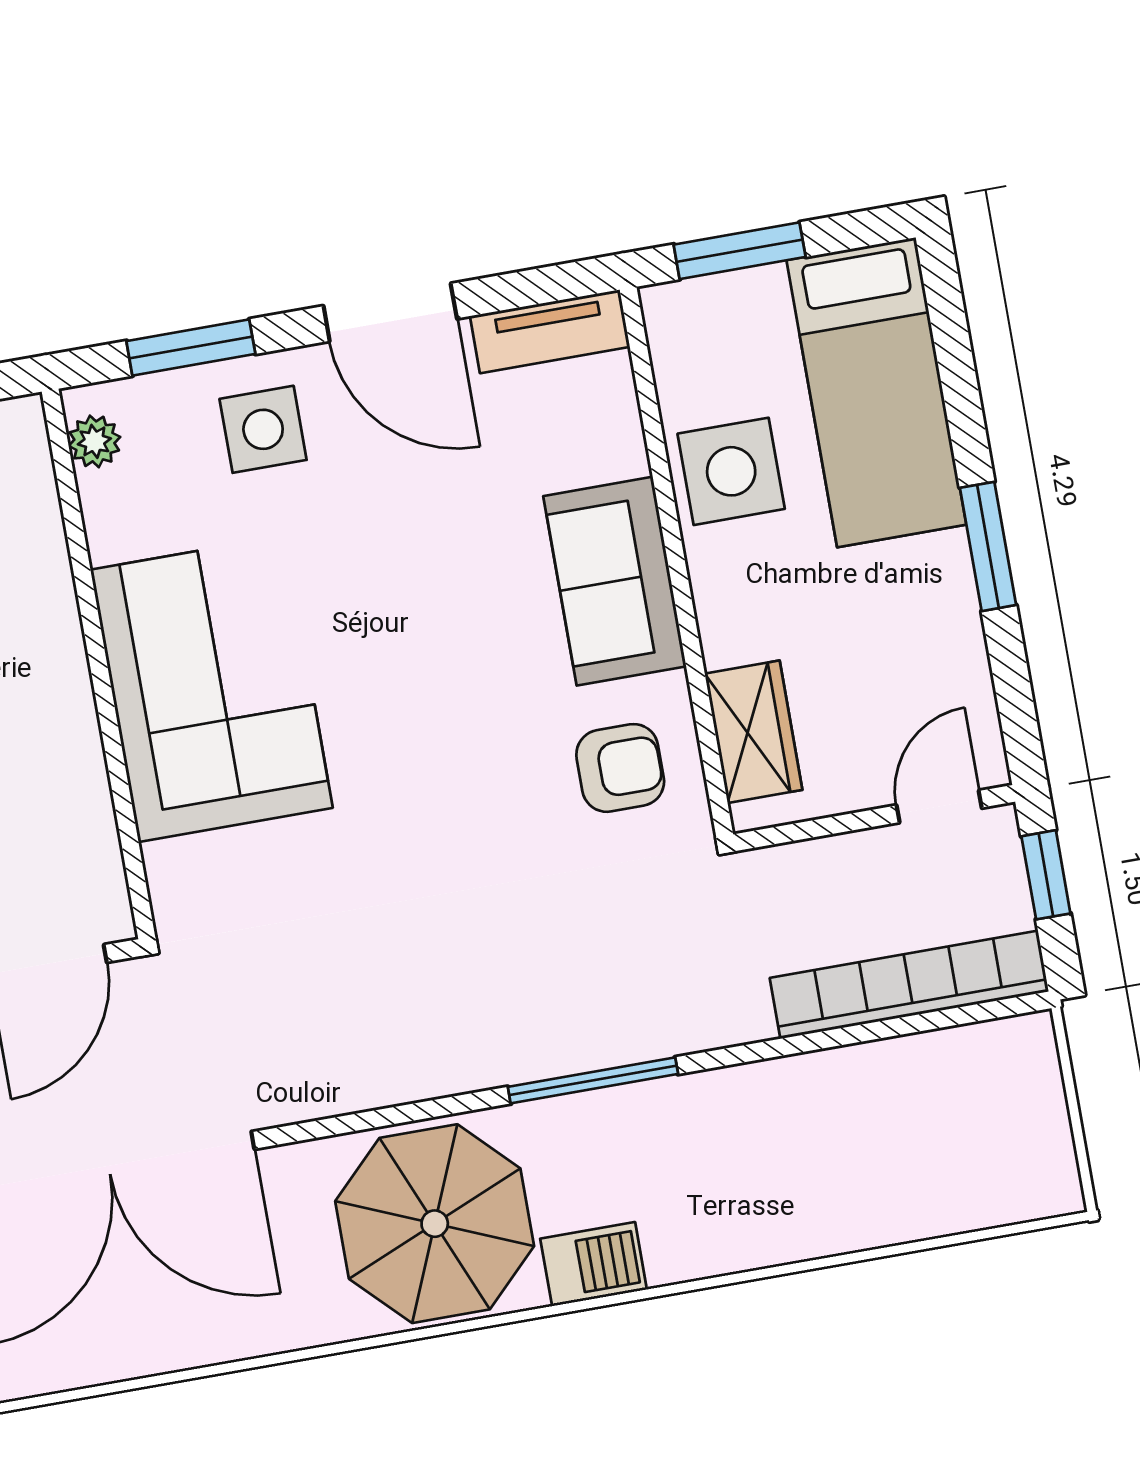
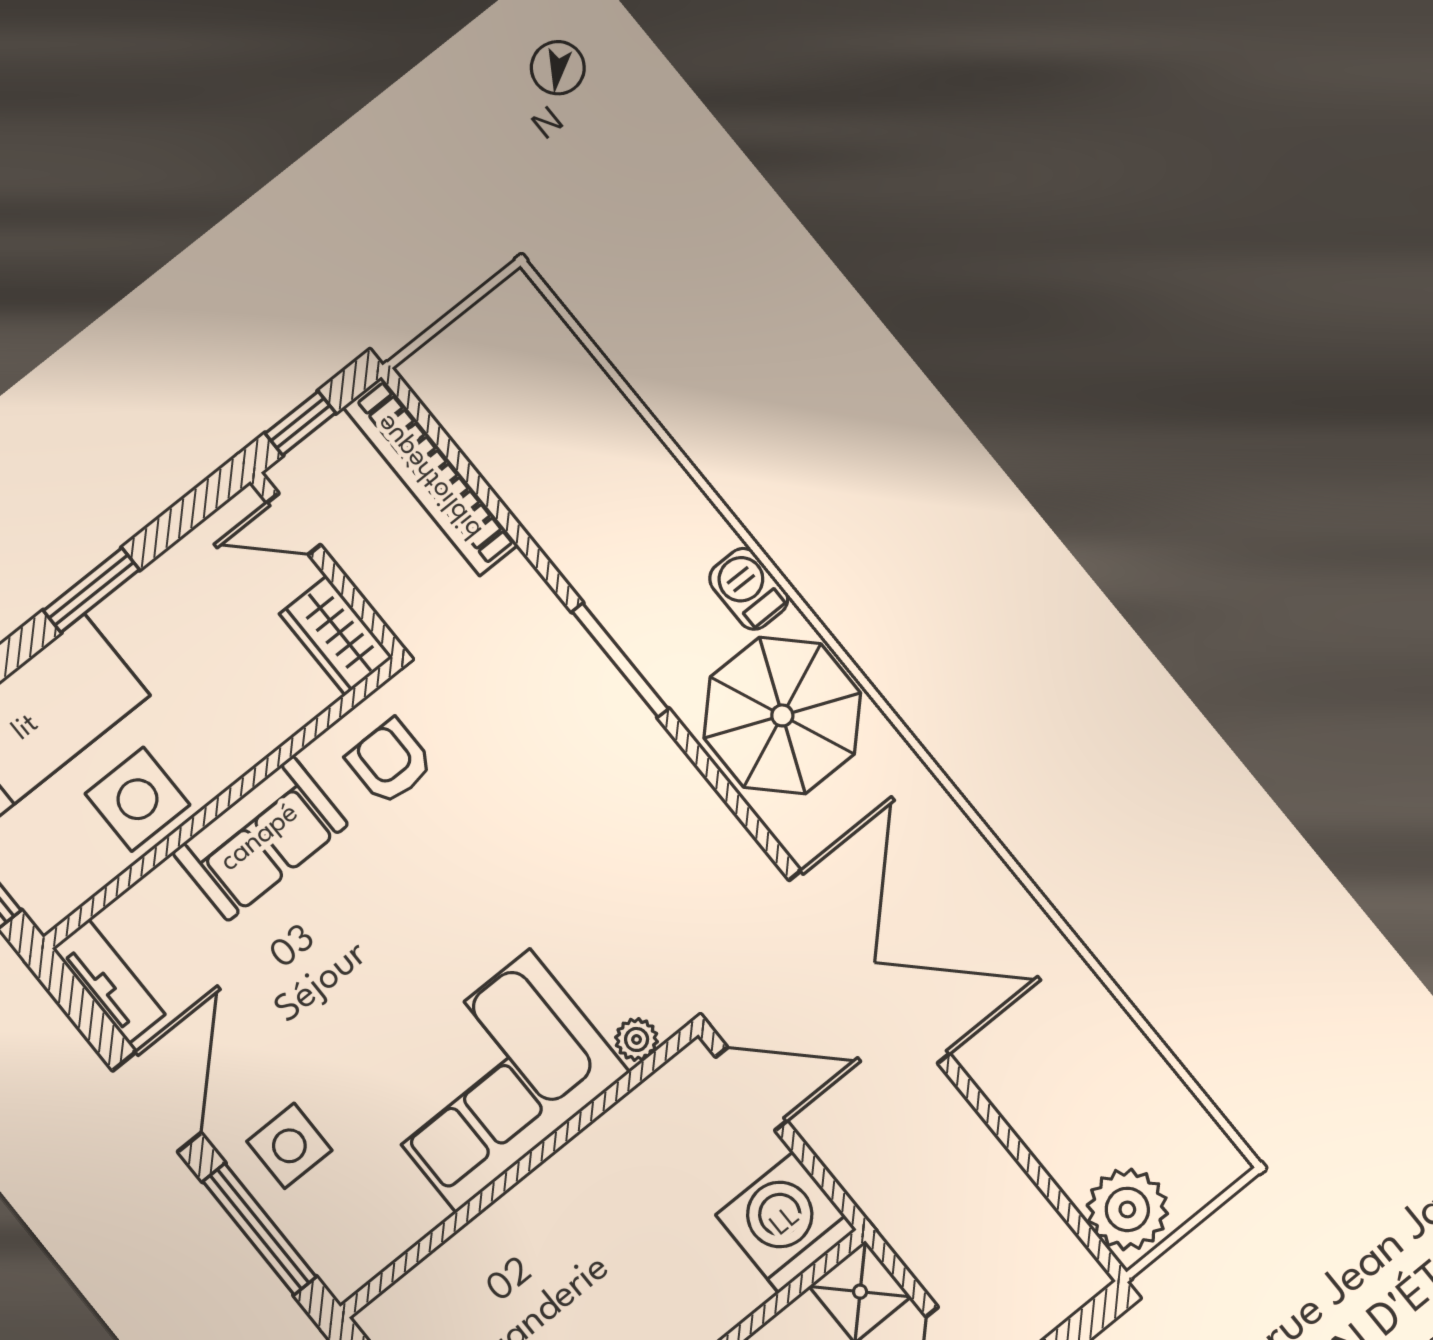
window: (191, 347) -> (259, 1229), width x1.44
plant: (94, 441) -> (637, 1039), moved
wardrobe: (754, 732) -> (336, 635), moved, turned -90

